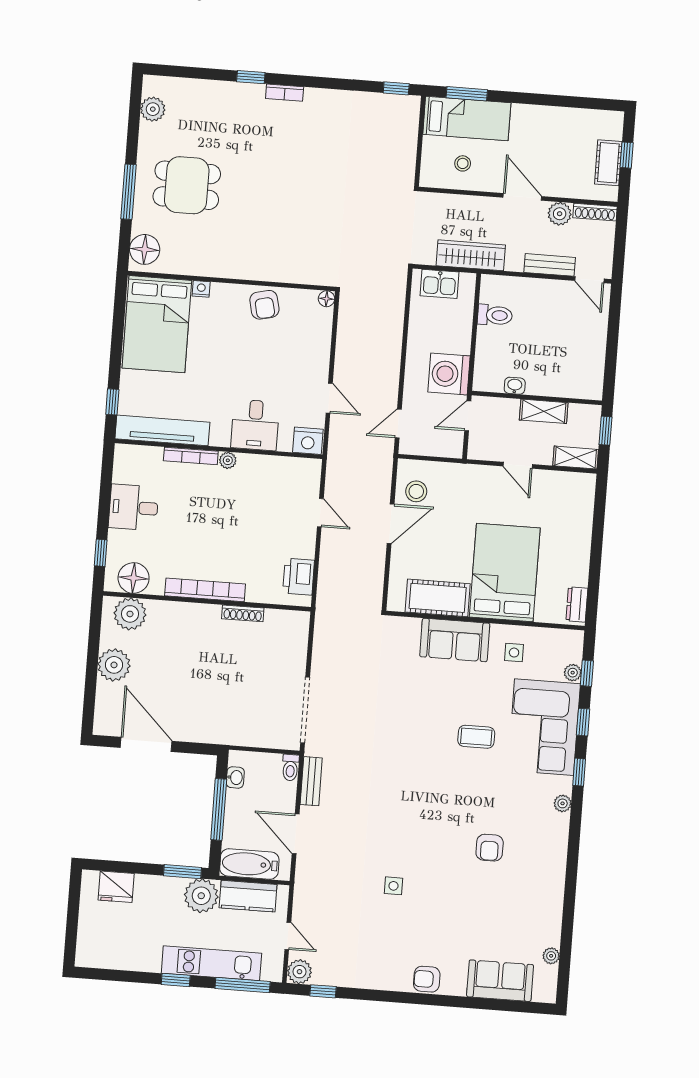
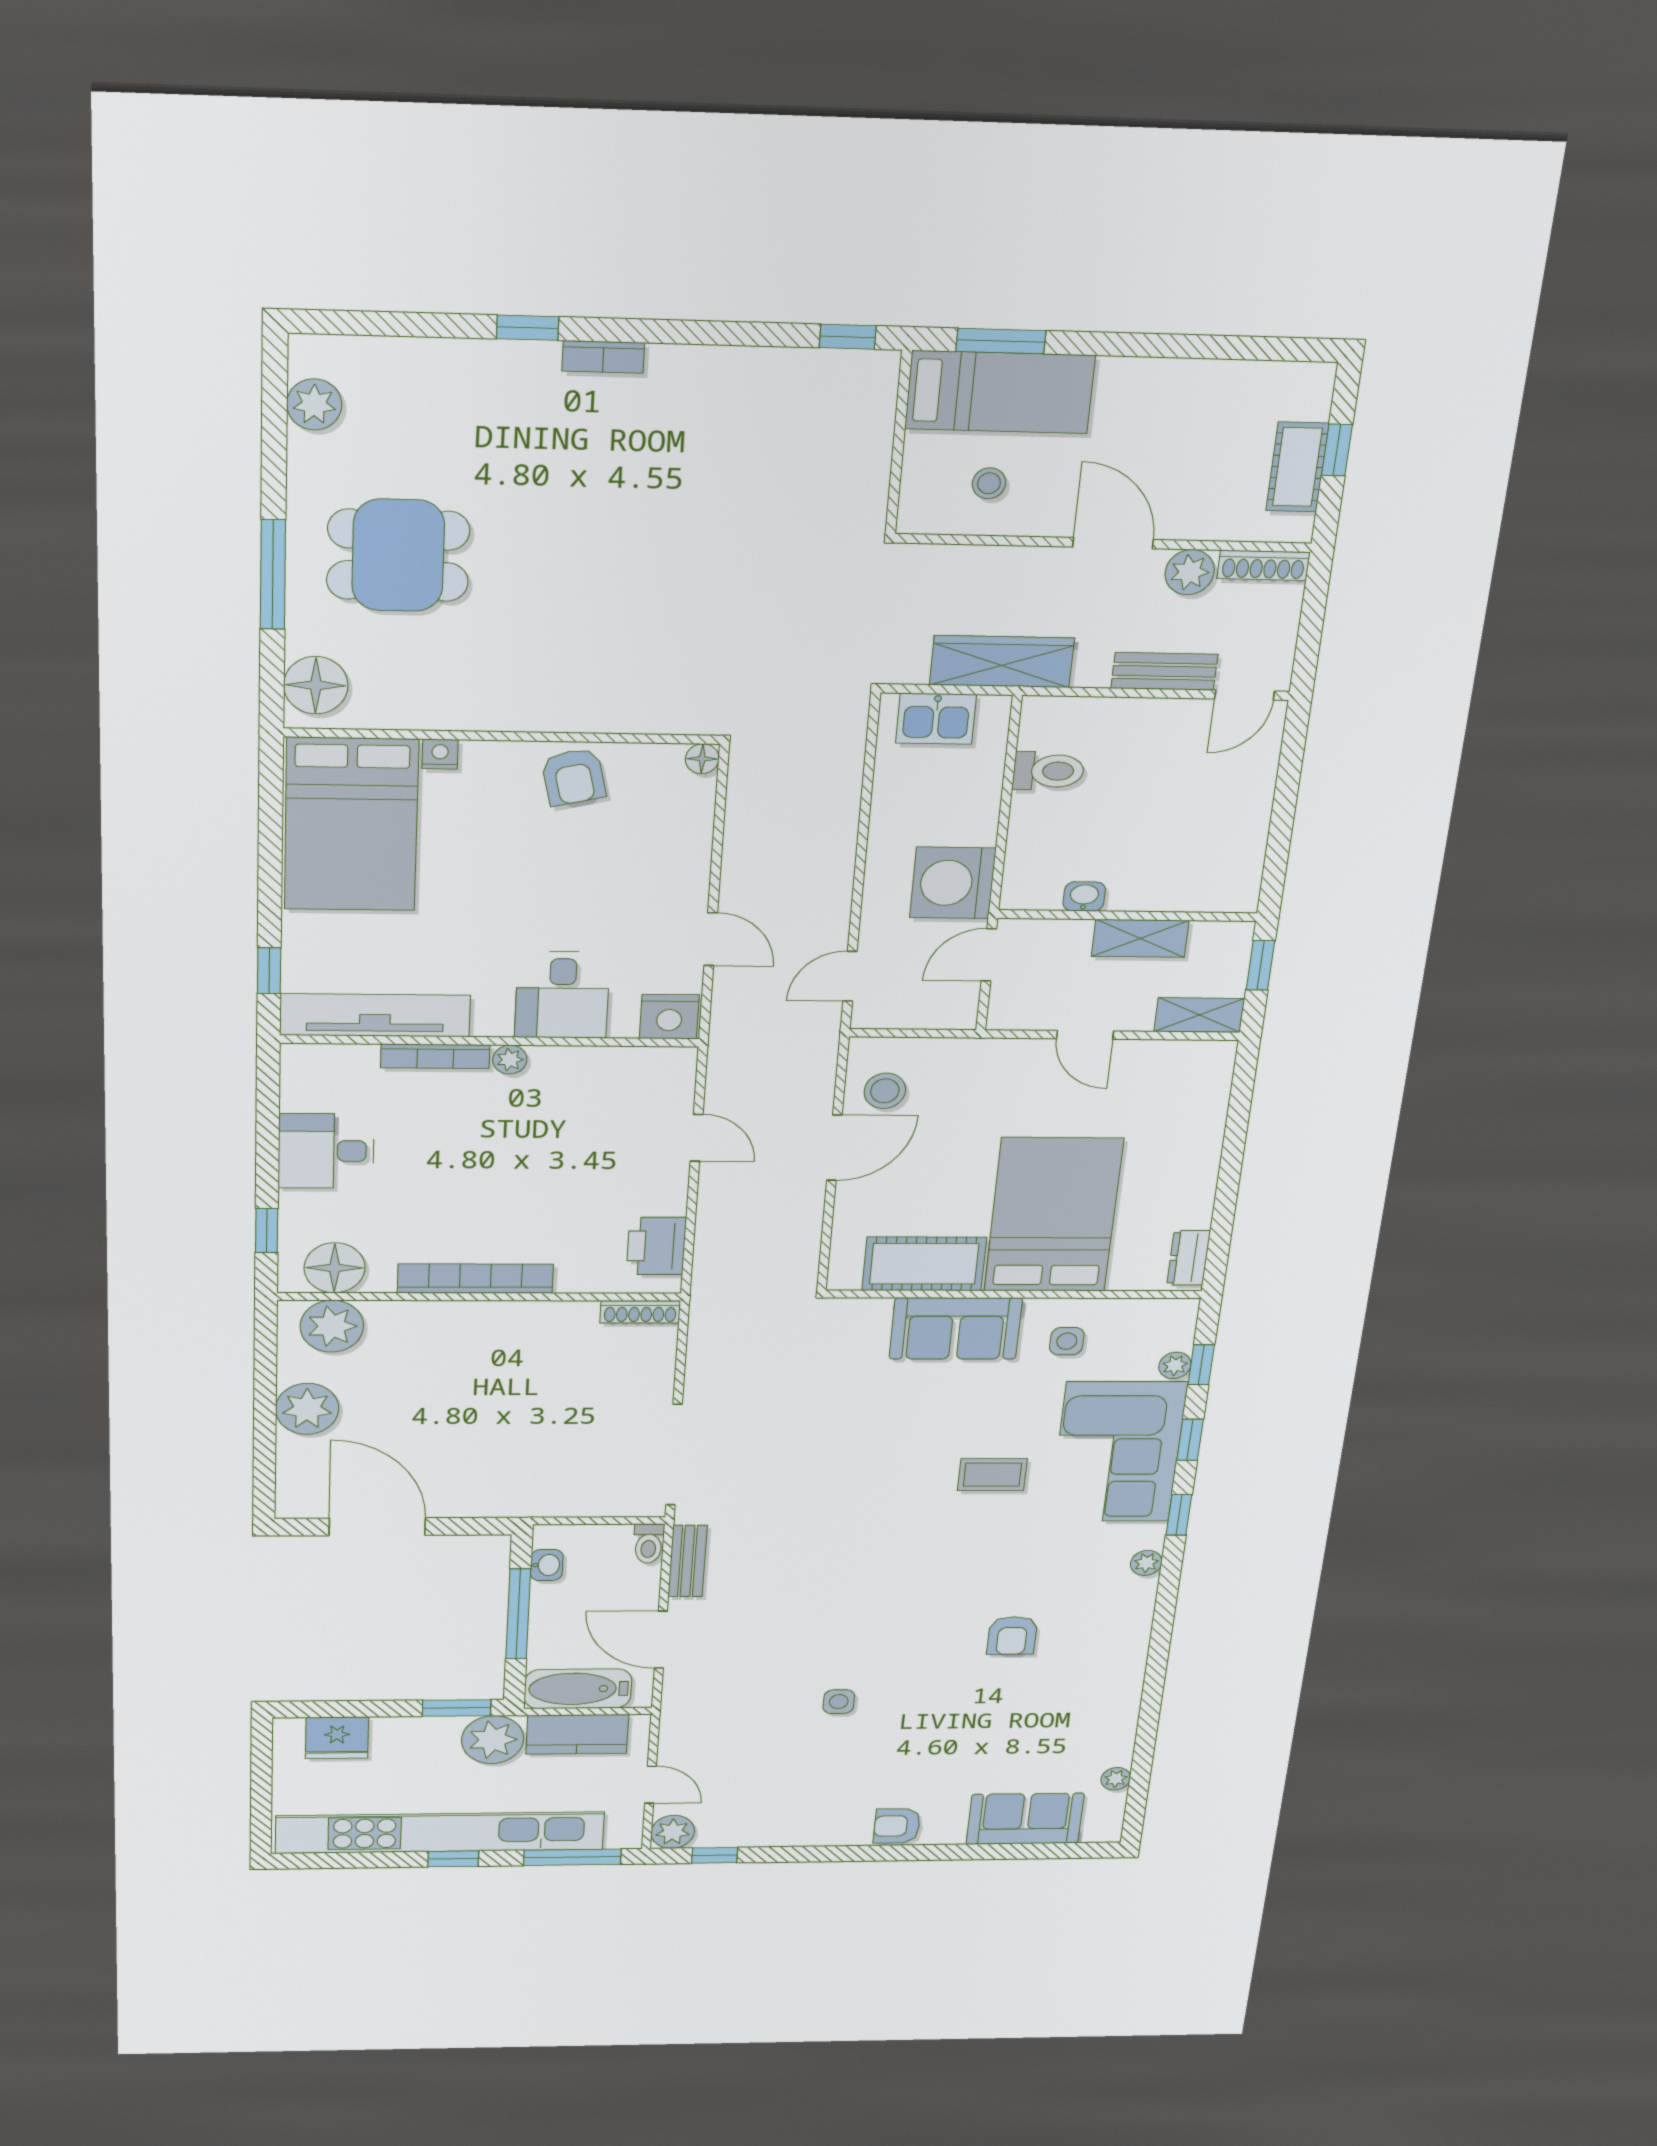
door: (589, 280) -> (1245, 695), hinge flipped
shoe rack: (243, 613) -> (640, 1312), moved
kitchen unit: (211, 963) -> (440, 1833), width x1.86

